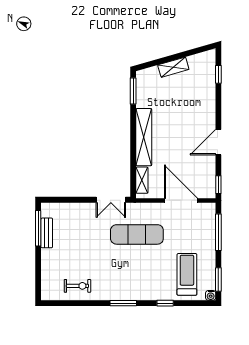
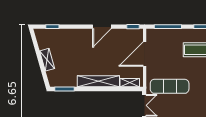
door: (218, 142) -> (102, 27), hinge flipped
exercise mat: (137, 234) -> (170, 86), turned 90

